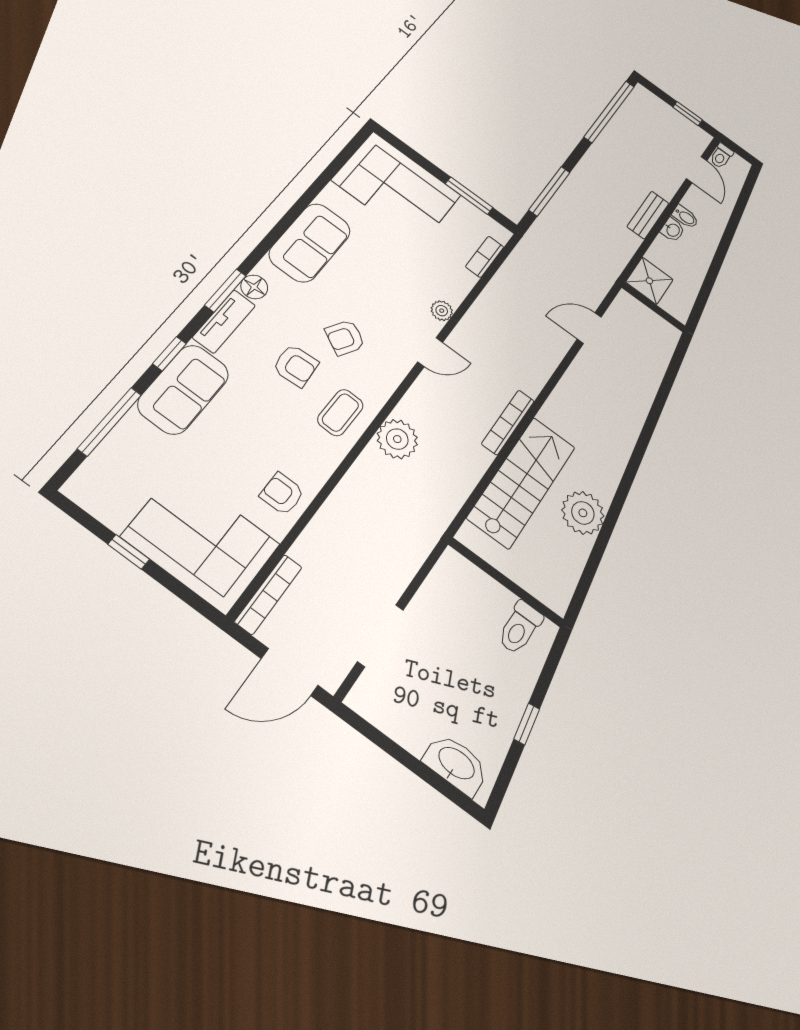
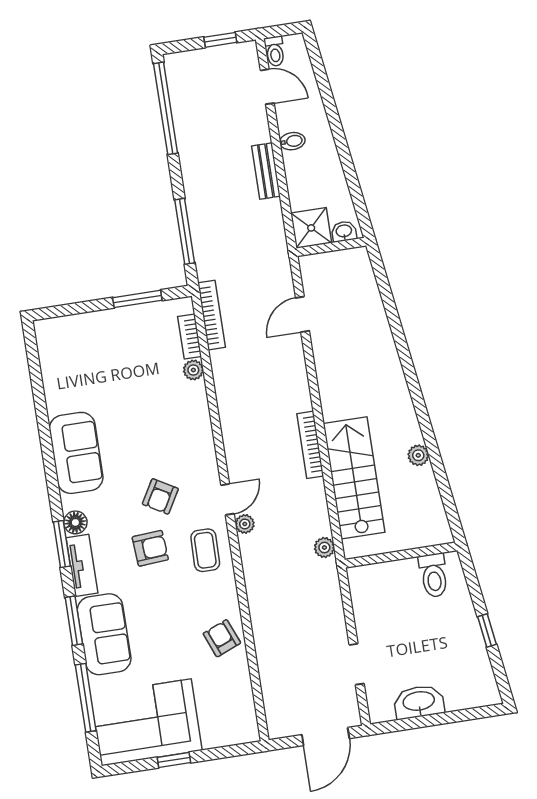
corner sofa: (396, 188) -> (88, 348), removed
washbasin: (673, 230) -> (344, 231), moved, turned -90
plant: (442, 311) -> (193, 370), moved
door: (430, 352) -> (227, 499), moved
window: (169, 354) -> (74, 621), width x1.50
plant: (397, 439) -> (245, 524), width x0.53, depth x0.53
armchair: (282, 494) -> (222, 638), turned 68
plant: (445, 511) -> (324, 548), added
plant: (583, 513) -> (418, 455), width x0.53, depth x0.53
corner sofa: (201, 540) -> (146, 722), moved
bookcase: (268, 594) -> (212, 315), moved
doorway: (381, 636) -> (357, 664), width x0.73
washbasin: (456, 764) -> (419, 702), moved

